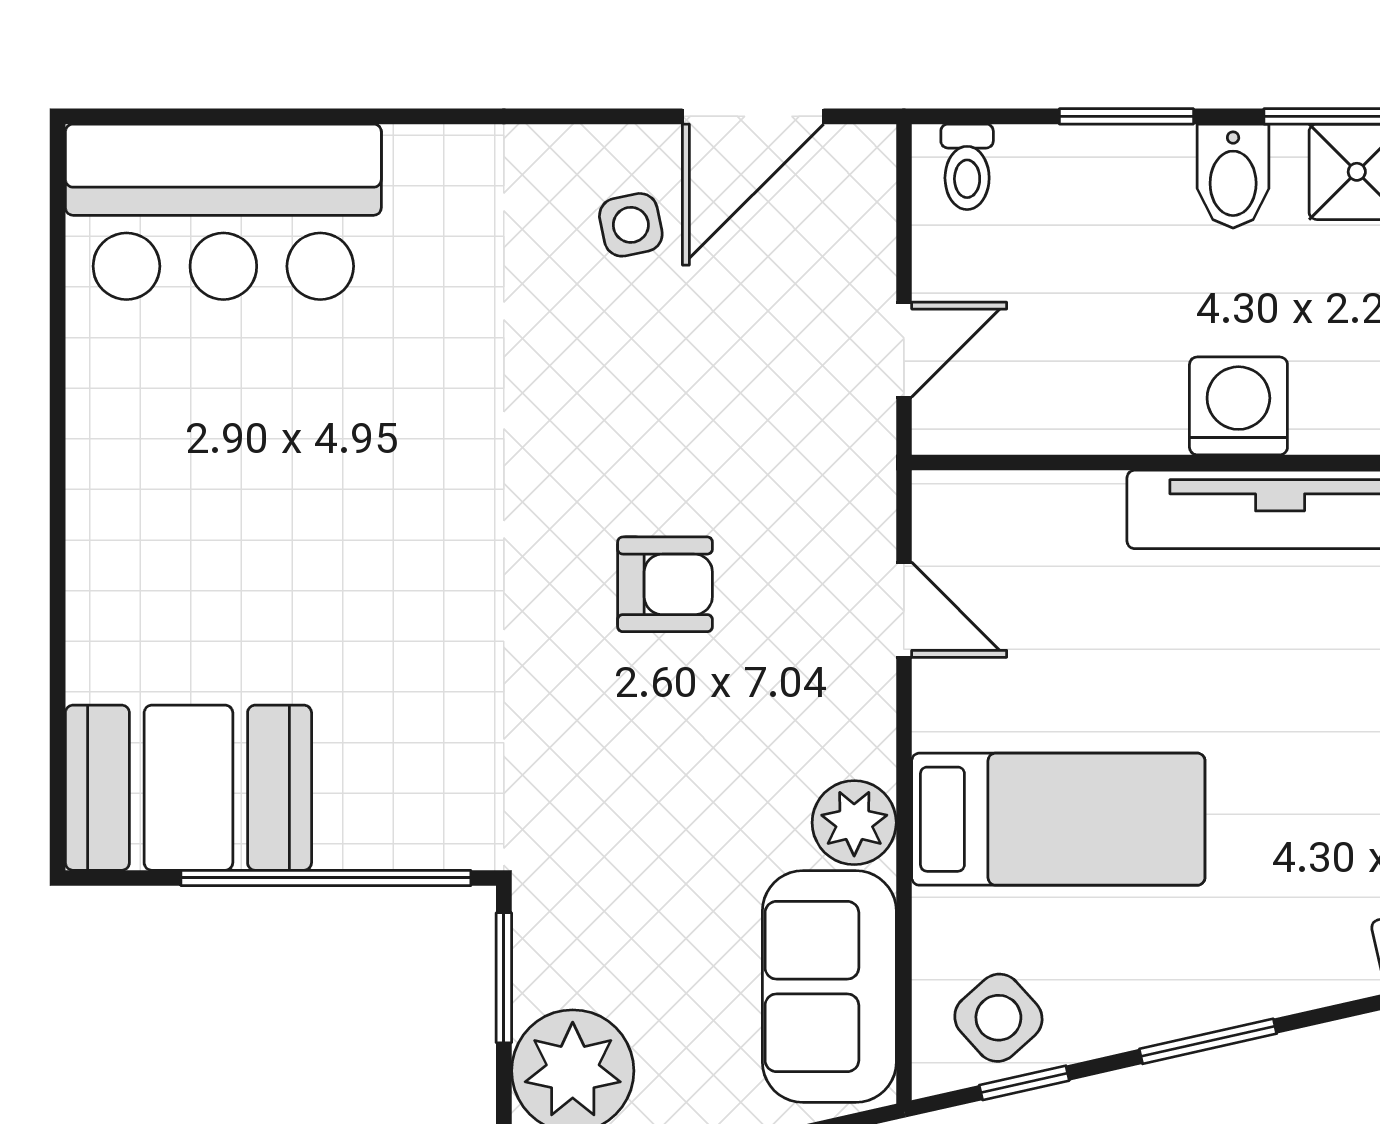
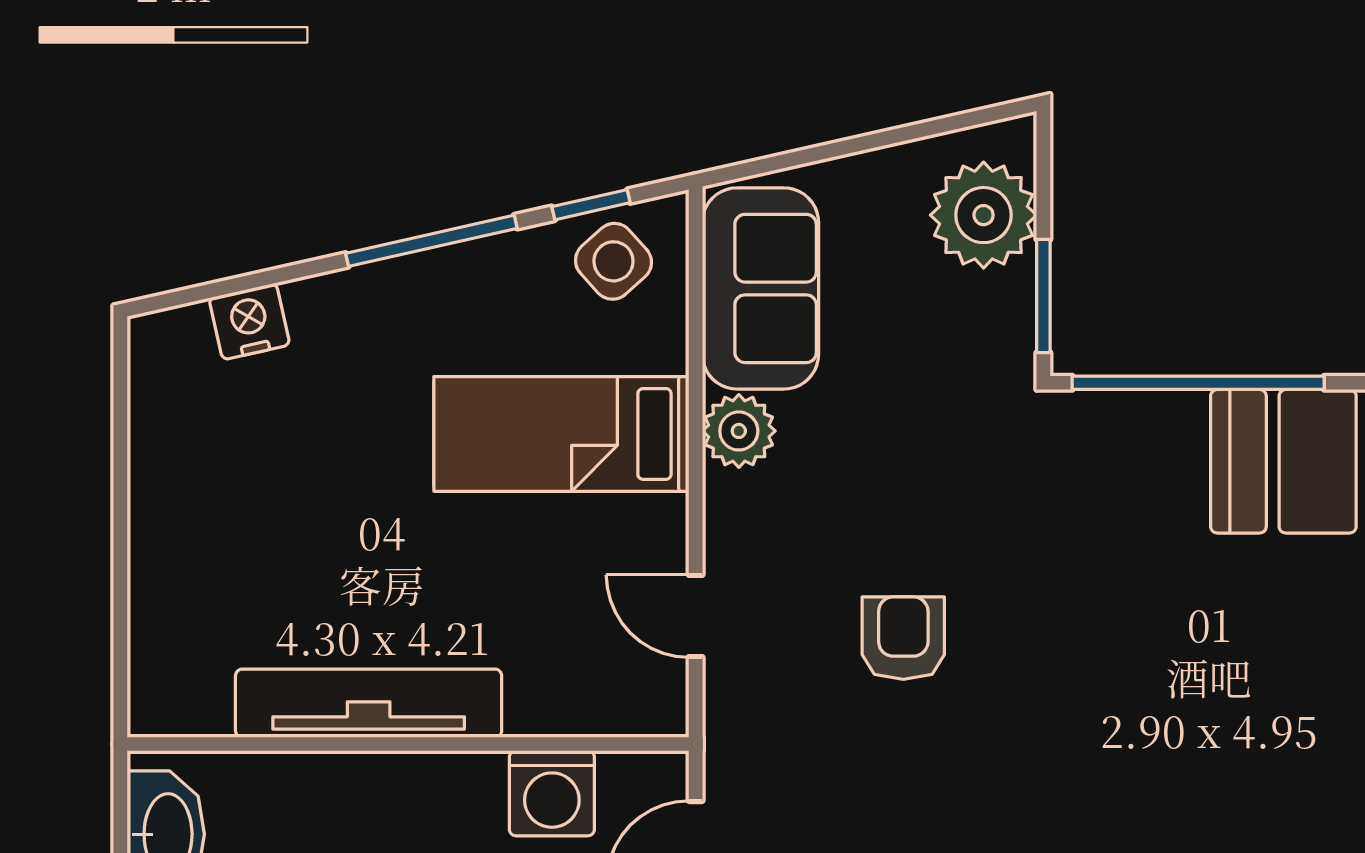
washing machine: (1238, 406) -> (552, 793), moved
armchair: (665, 584) -> (903, 638), turned 90
window: (1208, 1041) -> (431, 241), width x1.44

